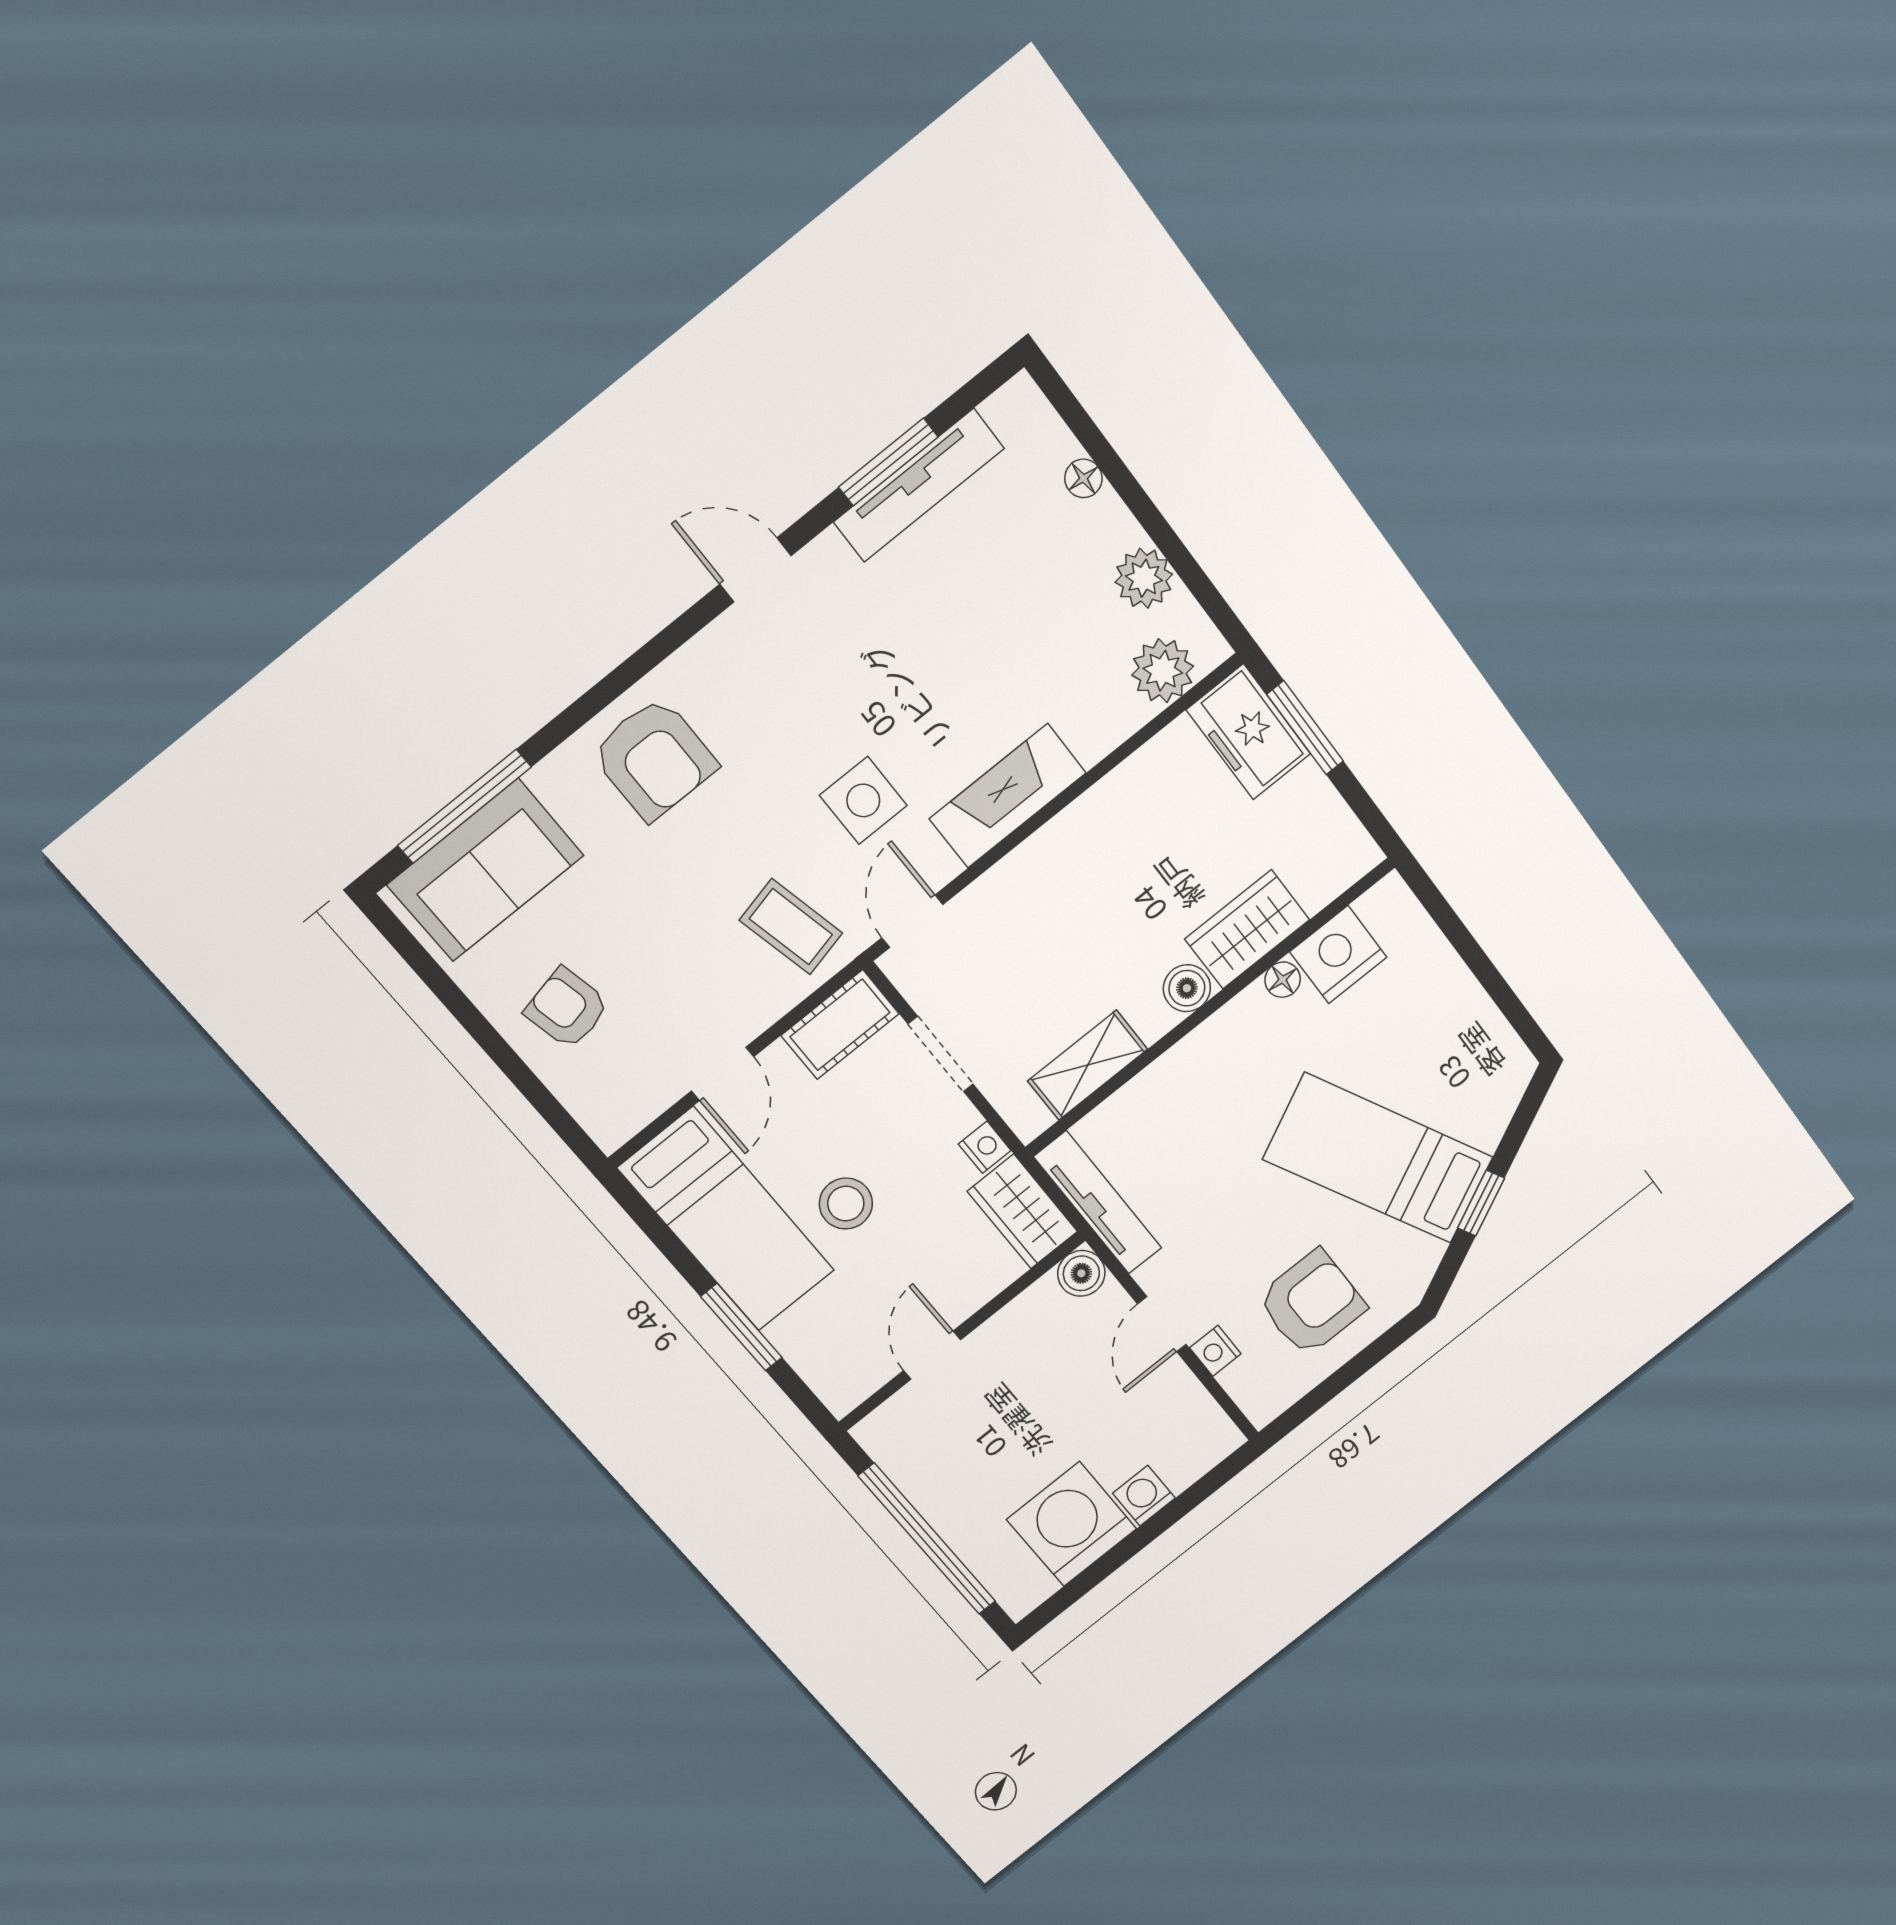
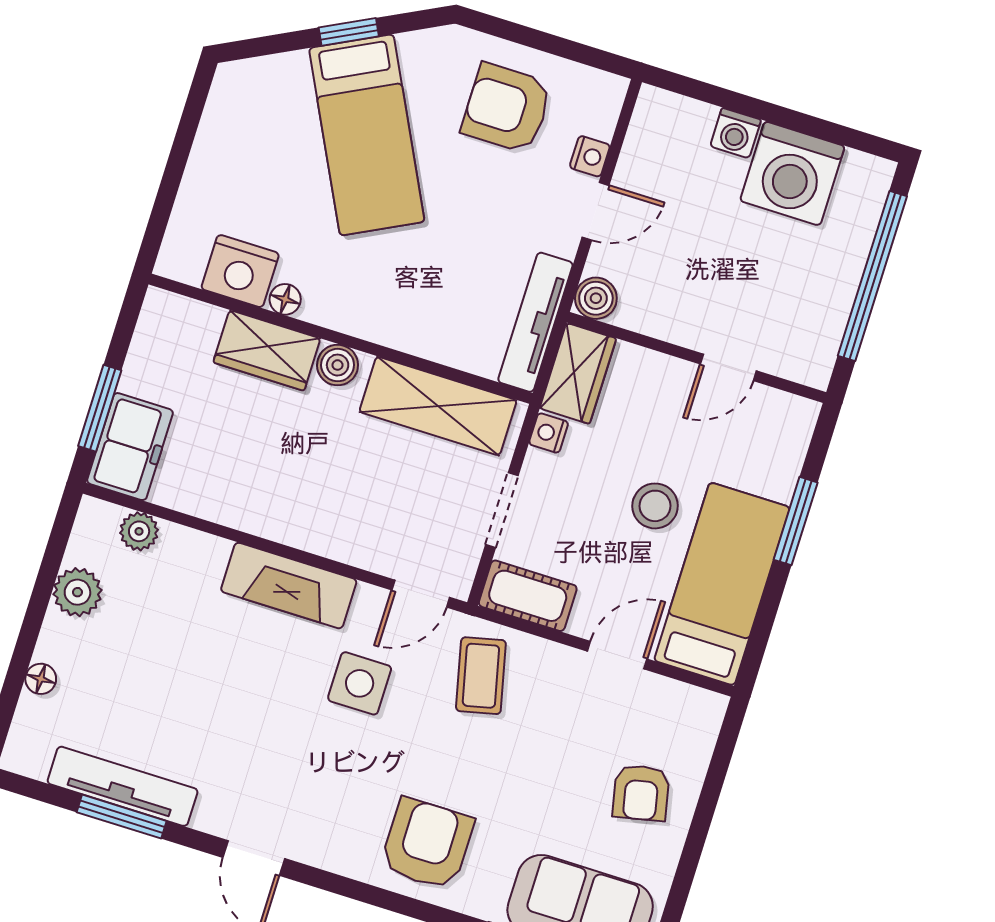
plant: (1163, 671) -> (139, 531), width x0.73, depth x0.73
shelving: (1088, 1065) -> (438, 406), width x1.50, depth x1.33

